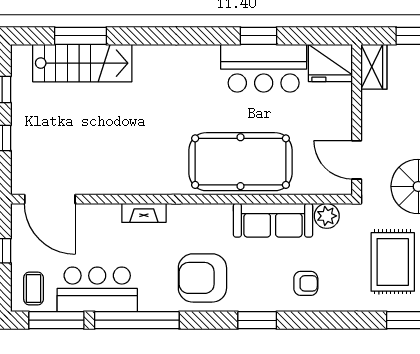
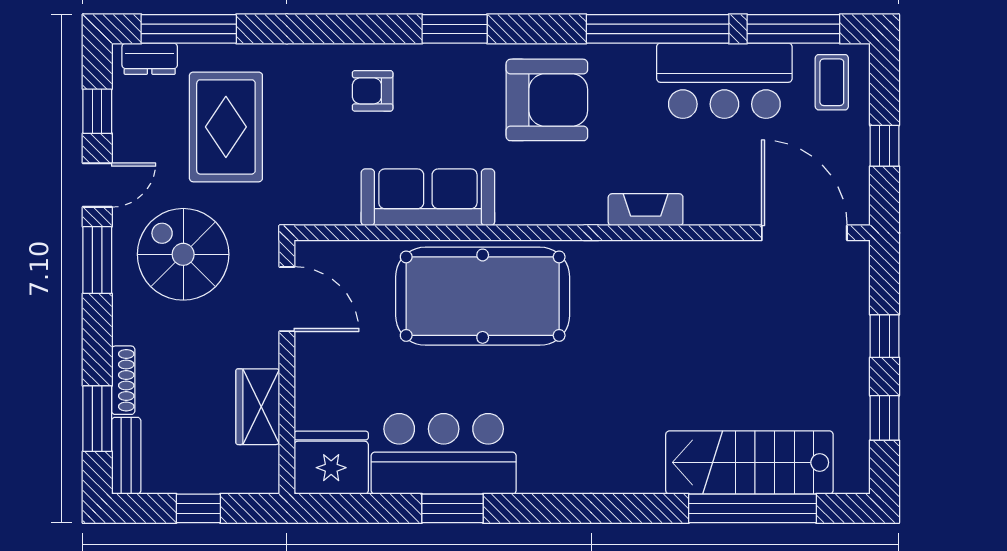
window: (81, 36) -> (753, 508), width x1.46
wardrobe: (374, 67) -> (258, 407), moved
plant: (327, 216) -> (337, 205), removed

